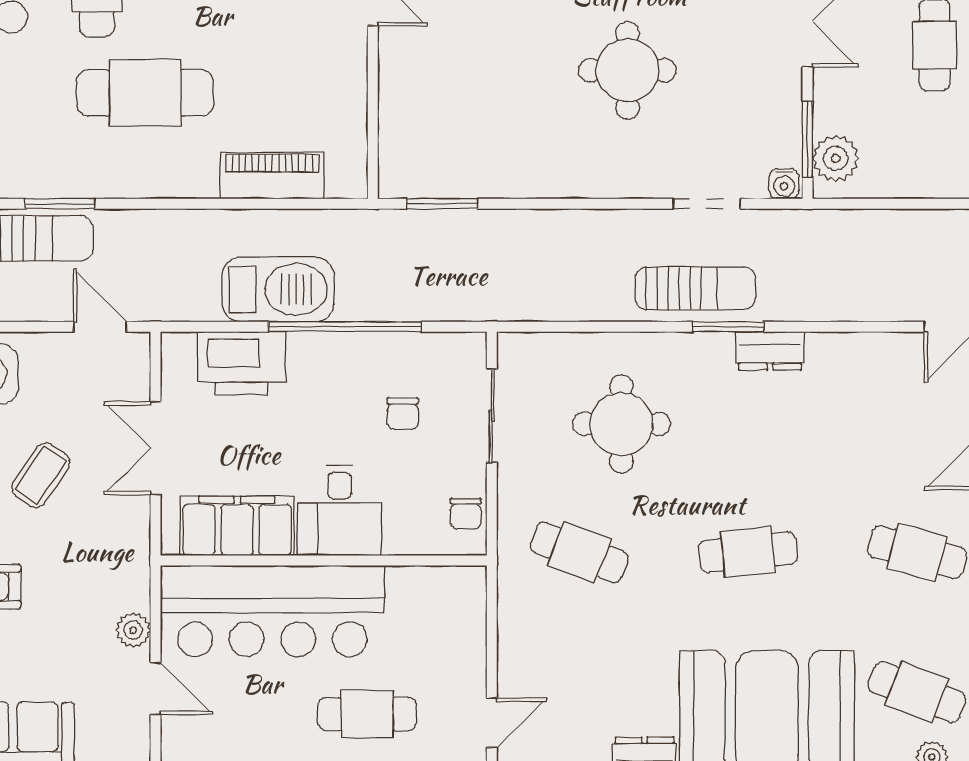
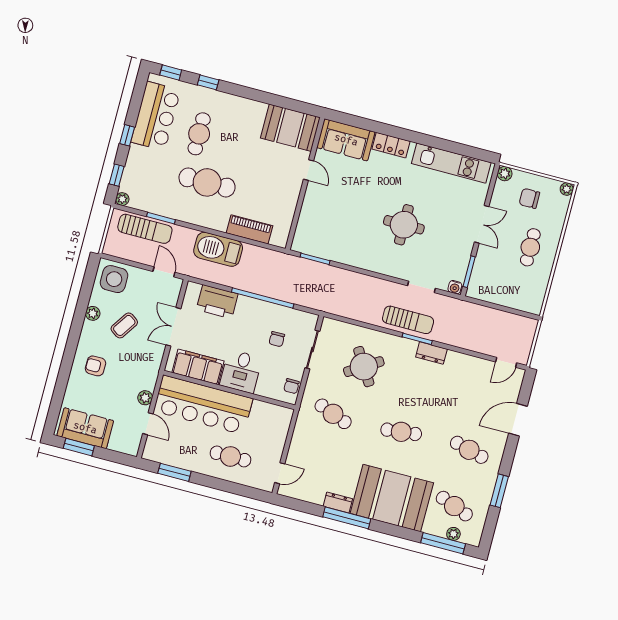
plant: (836, 158) -> (478, 282), removed
barbecue: (278, 289) -> (218, 249), moved, turned 180
round table: (621, 424) -> (364, 367), turned -32

